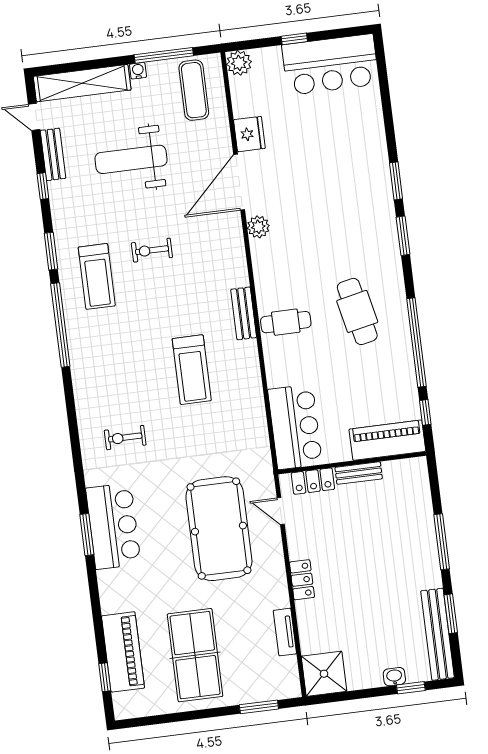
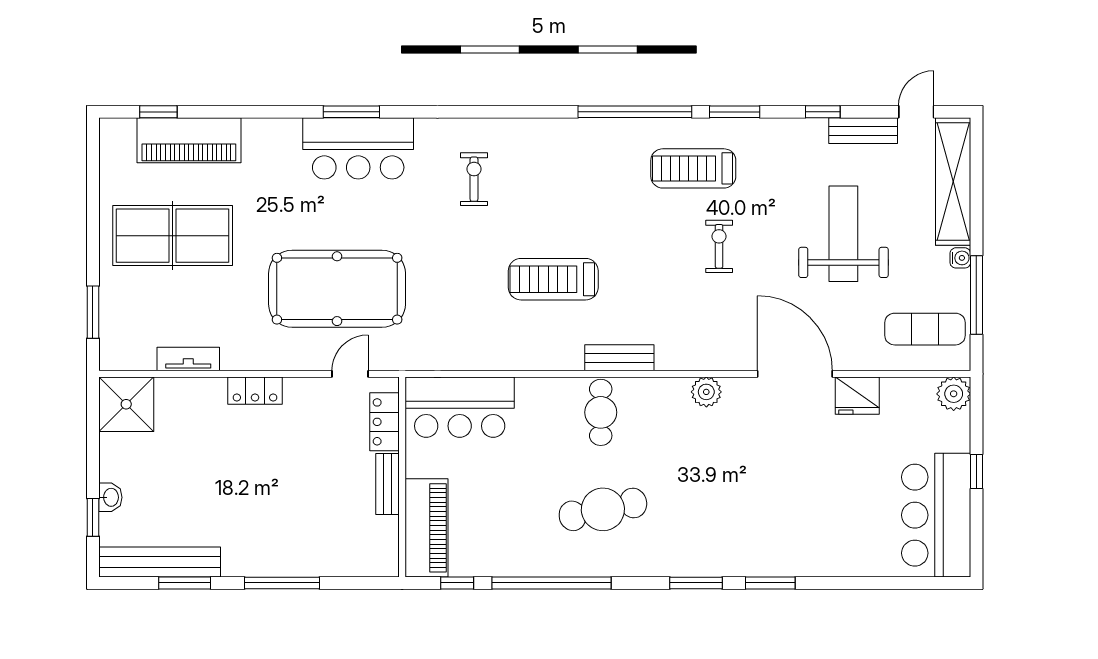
plant: (258, 227) -> (706, 392), moved

